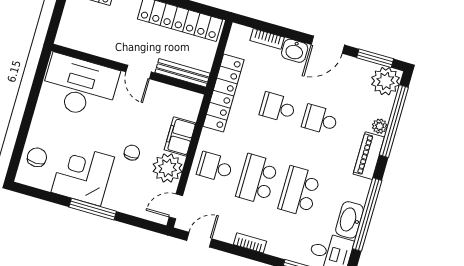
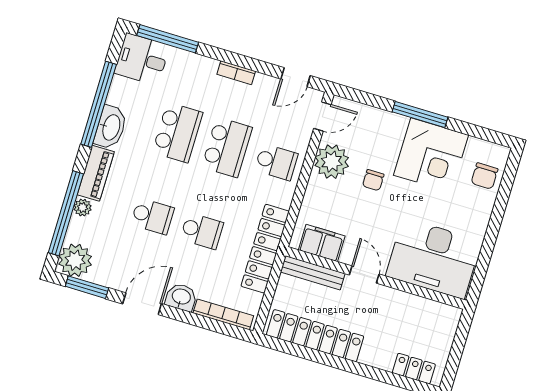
bookcase: (267, 39) -> (223, 314), width x1.56
filing cabinet: (180, 136) -> (322, 243), moved, turned -90
washbasin: (349, 220) -> (111, 127), moved

